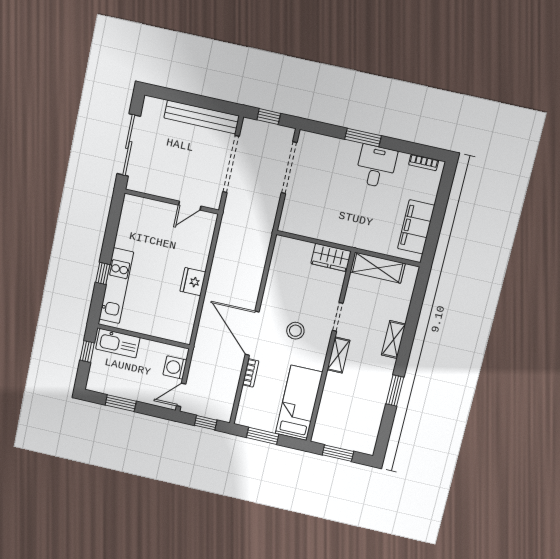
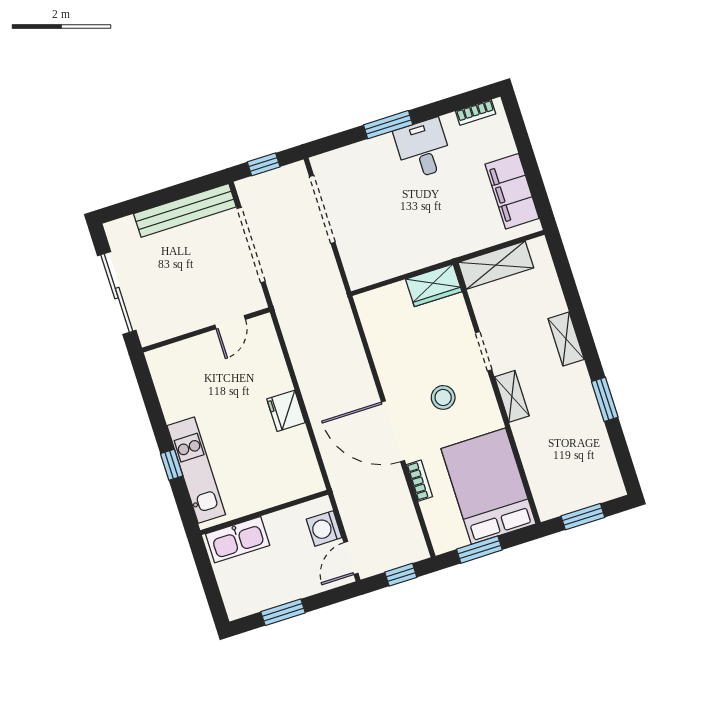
window: (87, 351) -> (206, 572), removed
bed: (299, 403) -> (488, 486), width x1.50

